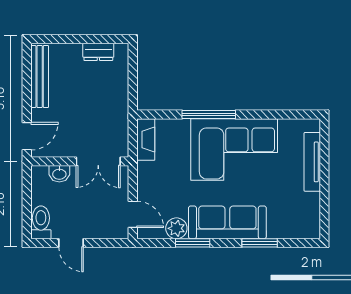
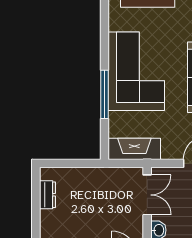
fireplace: (146, 140) -> (134, 149), width x1.37, depth x1.32

